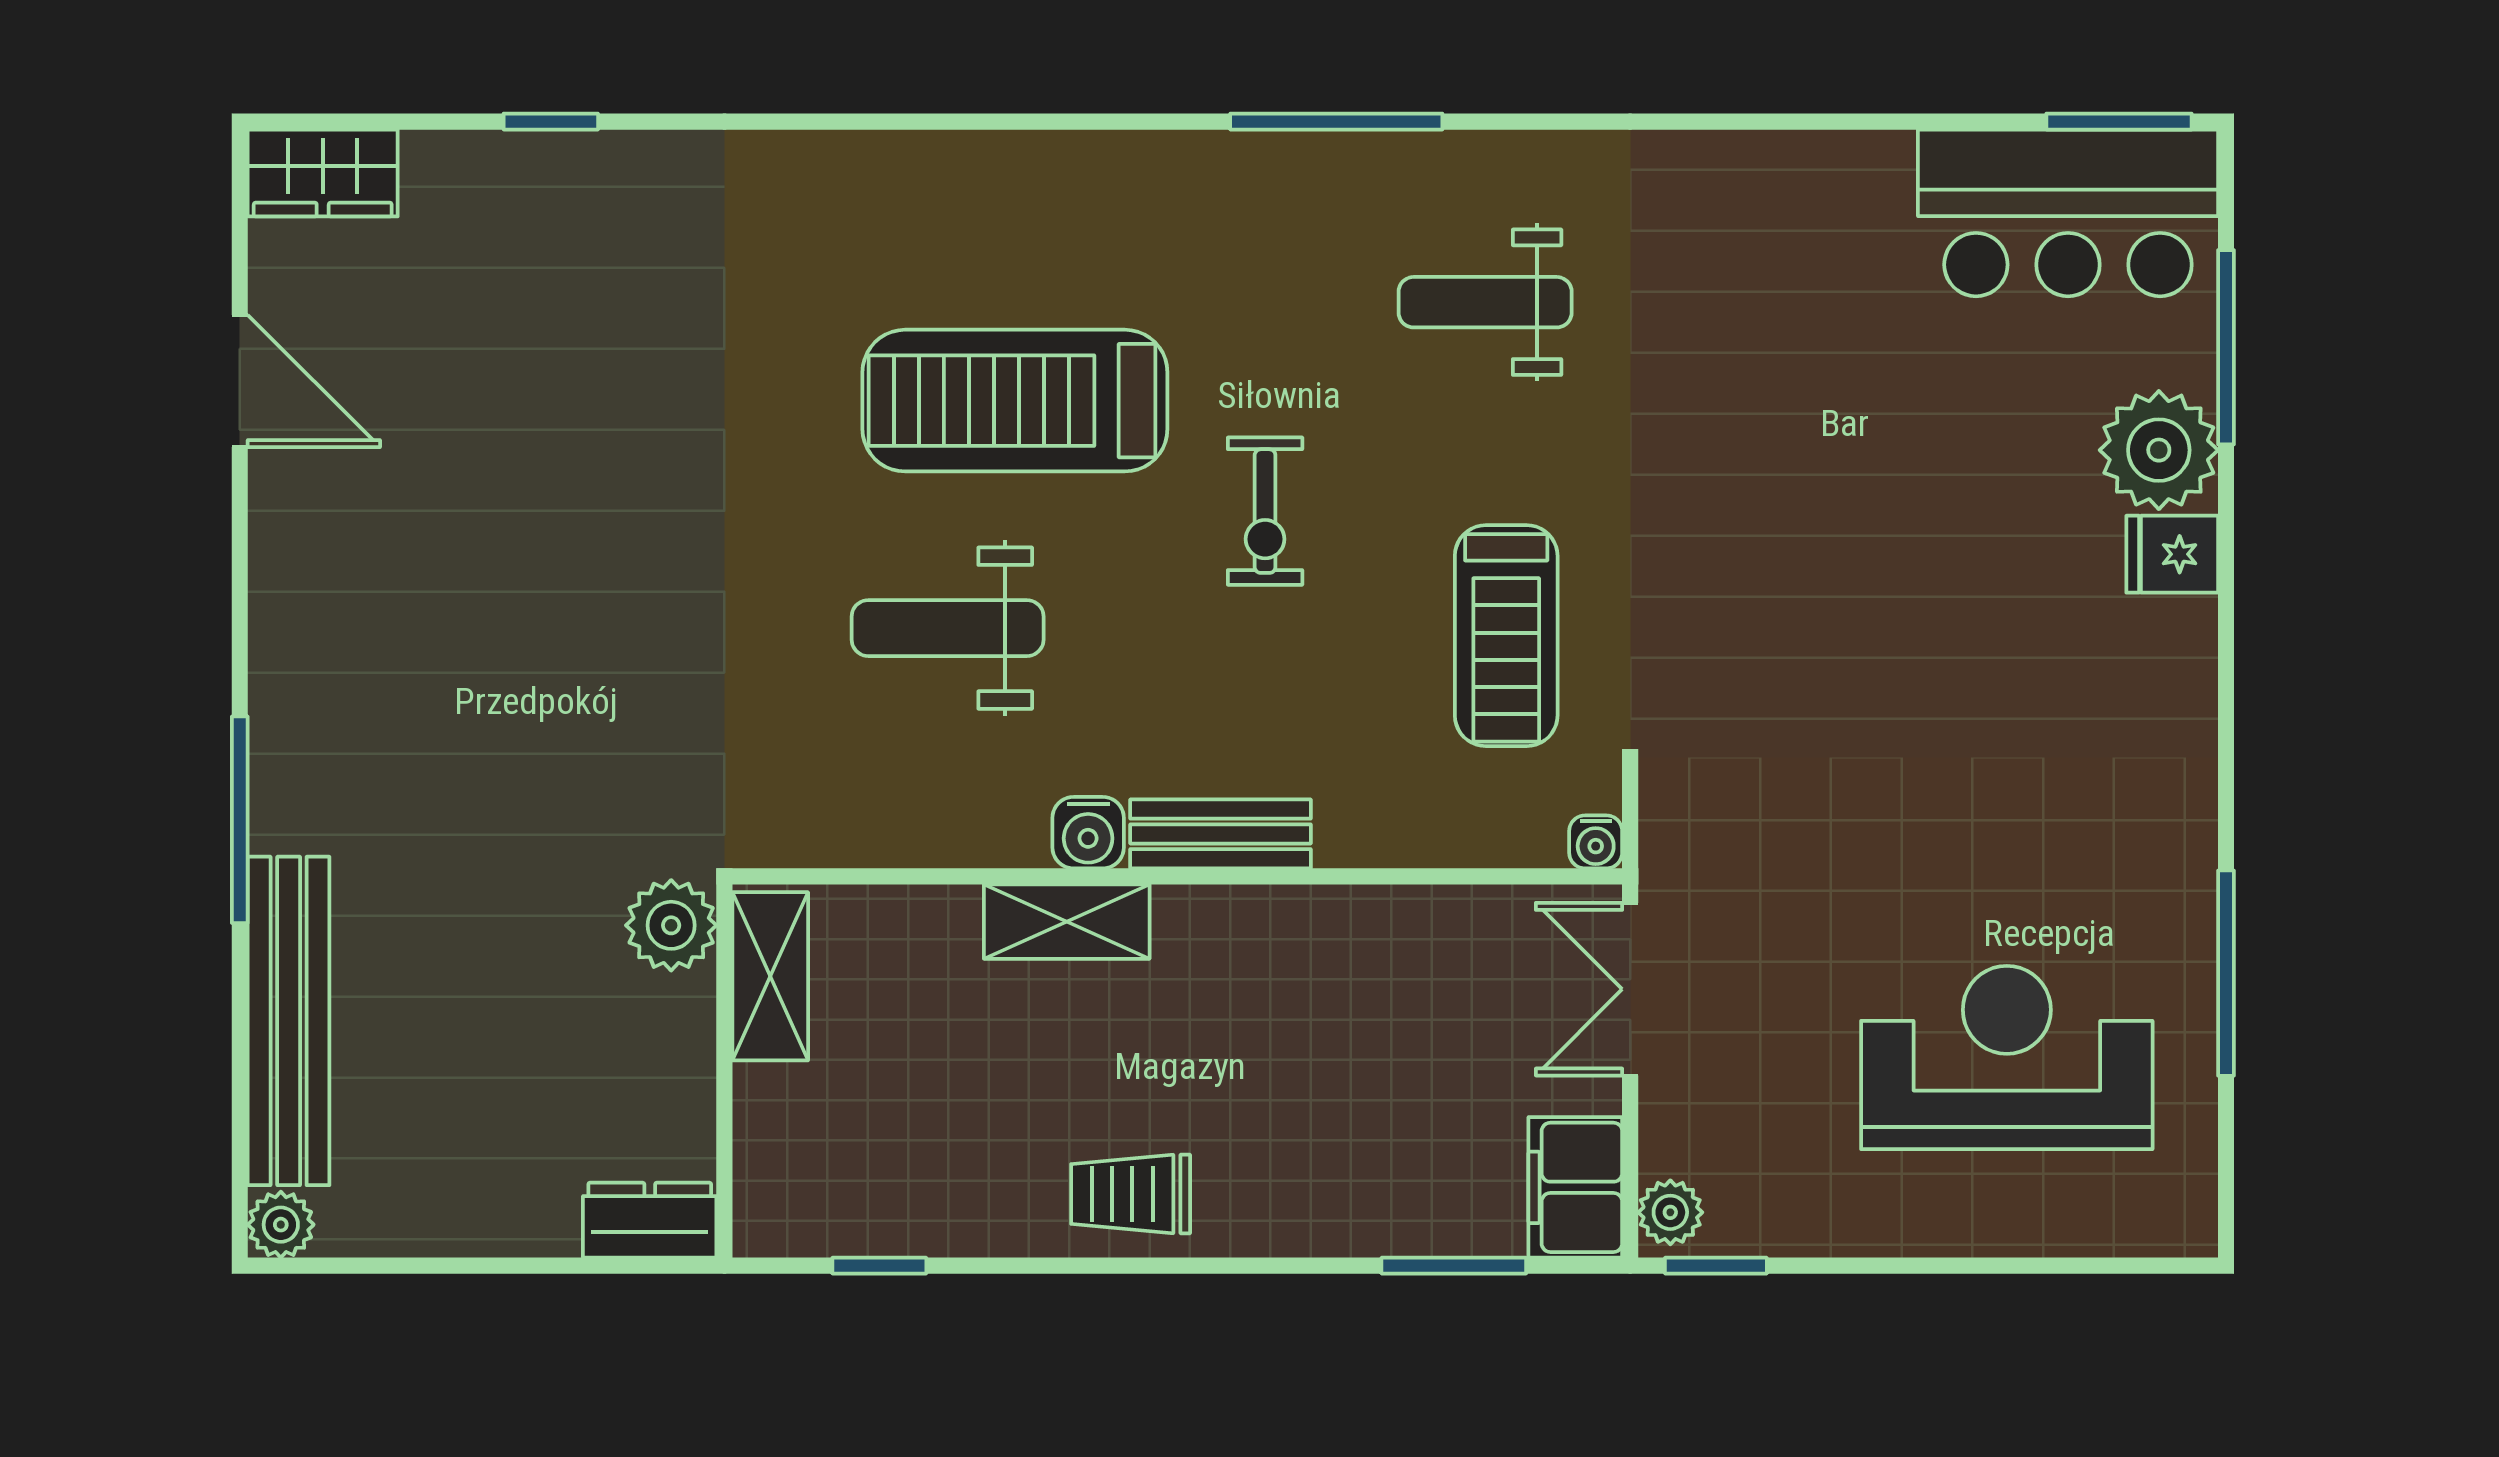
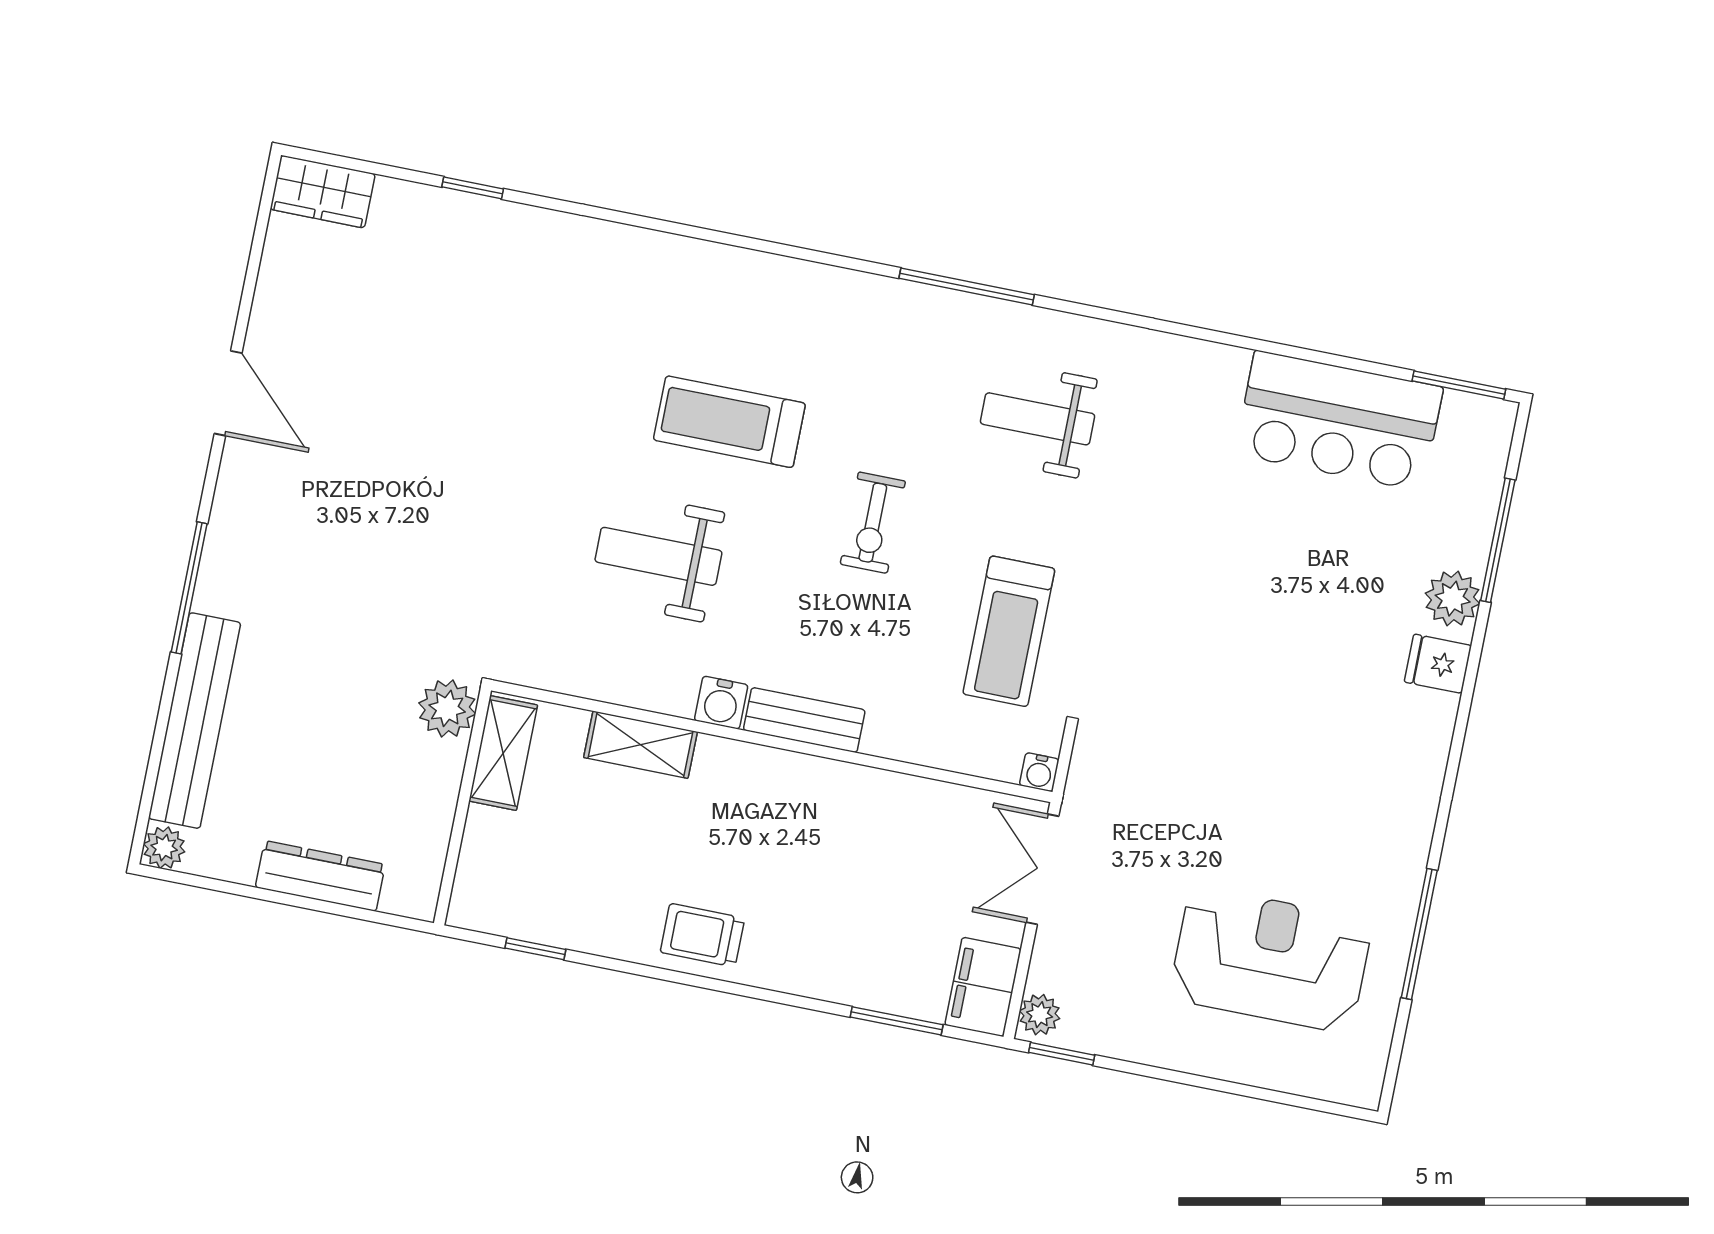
bar counter: (2068, 213) -> (1339, 421), moved
door: (240, 381) -> (228, 393), moved
treadmill: (1015, 401) -> (729, 422), width x0.73, depth x0.73
plant: (2159, 450) -> (1453, 599), width x0.73, depth x0.73
shelving: (1067, 922) -> (640, 745), moved
dresser: (650, 1220) -> (320, 876), moved, width x1.44

